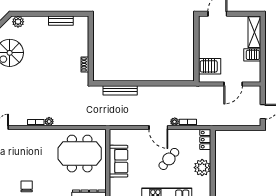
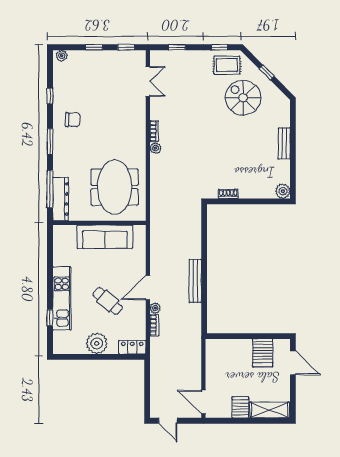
bench: (61, 21) -> (284, 143), moved
plant: (18, 22) -> (283, 191), moved
server rack: (210, 66) -> (263, 353), moved
door: (233, 84) -> (203, 402), moved
bench: (120, 90) -> (195, 281), moved
sofa: (119, 161) -> (105, 237), width x1.36

